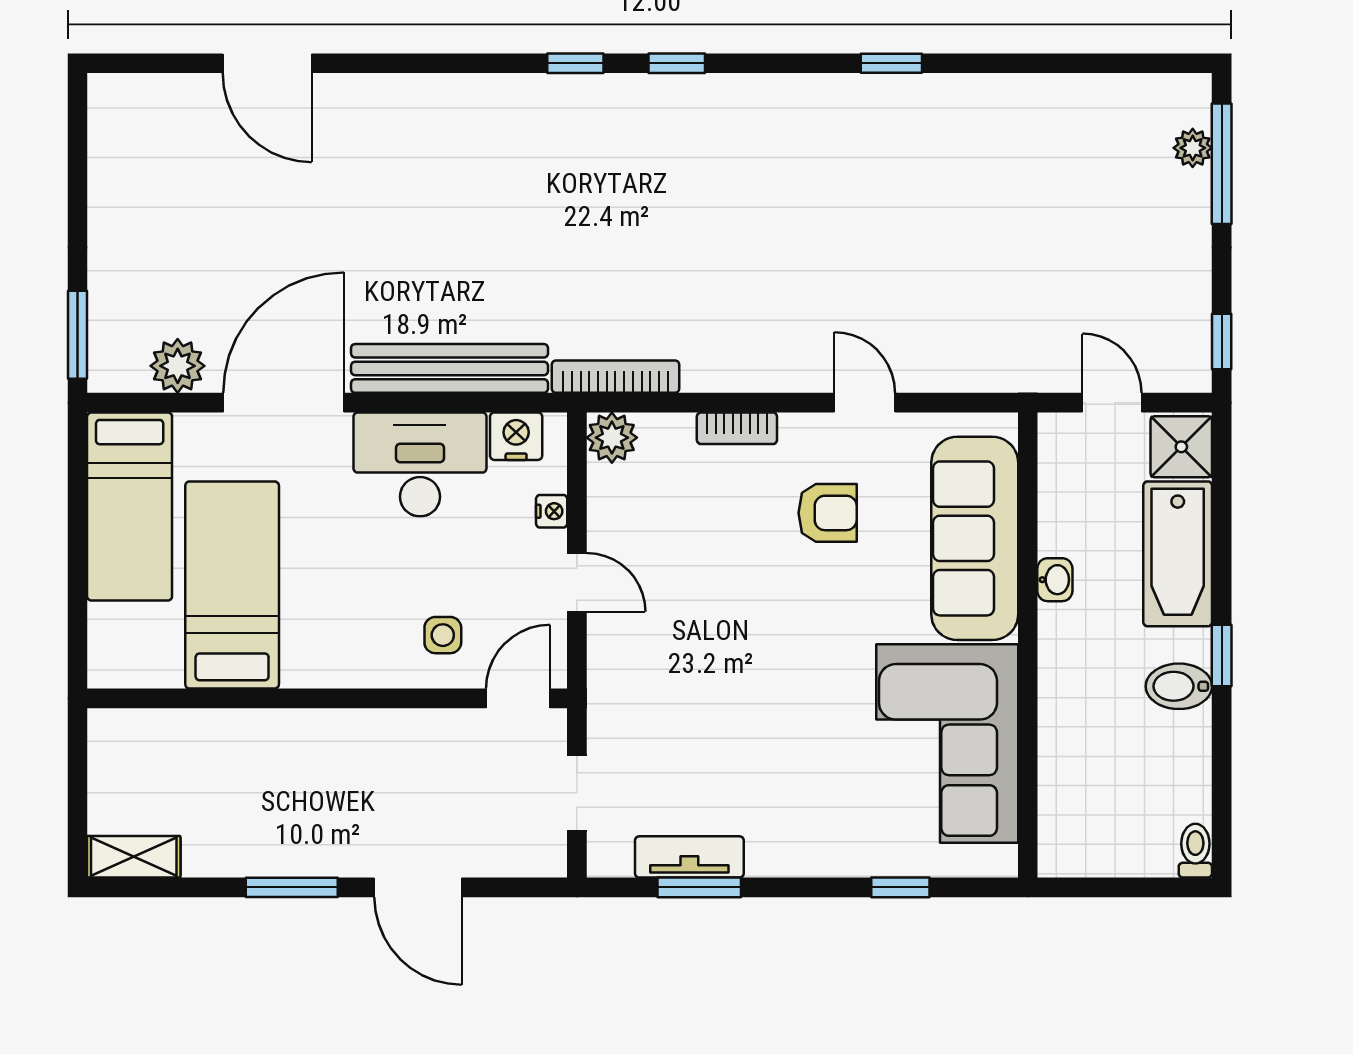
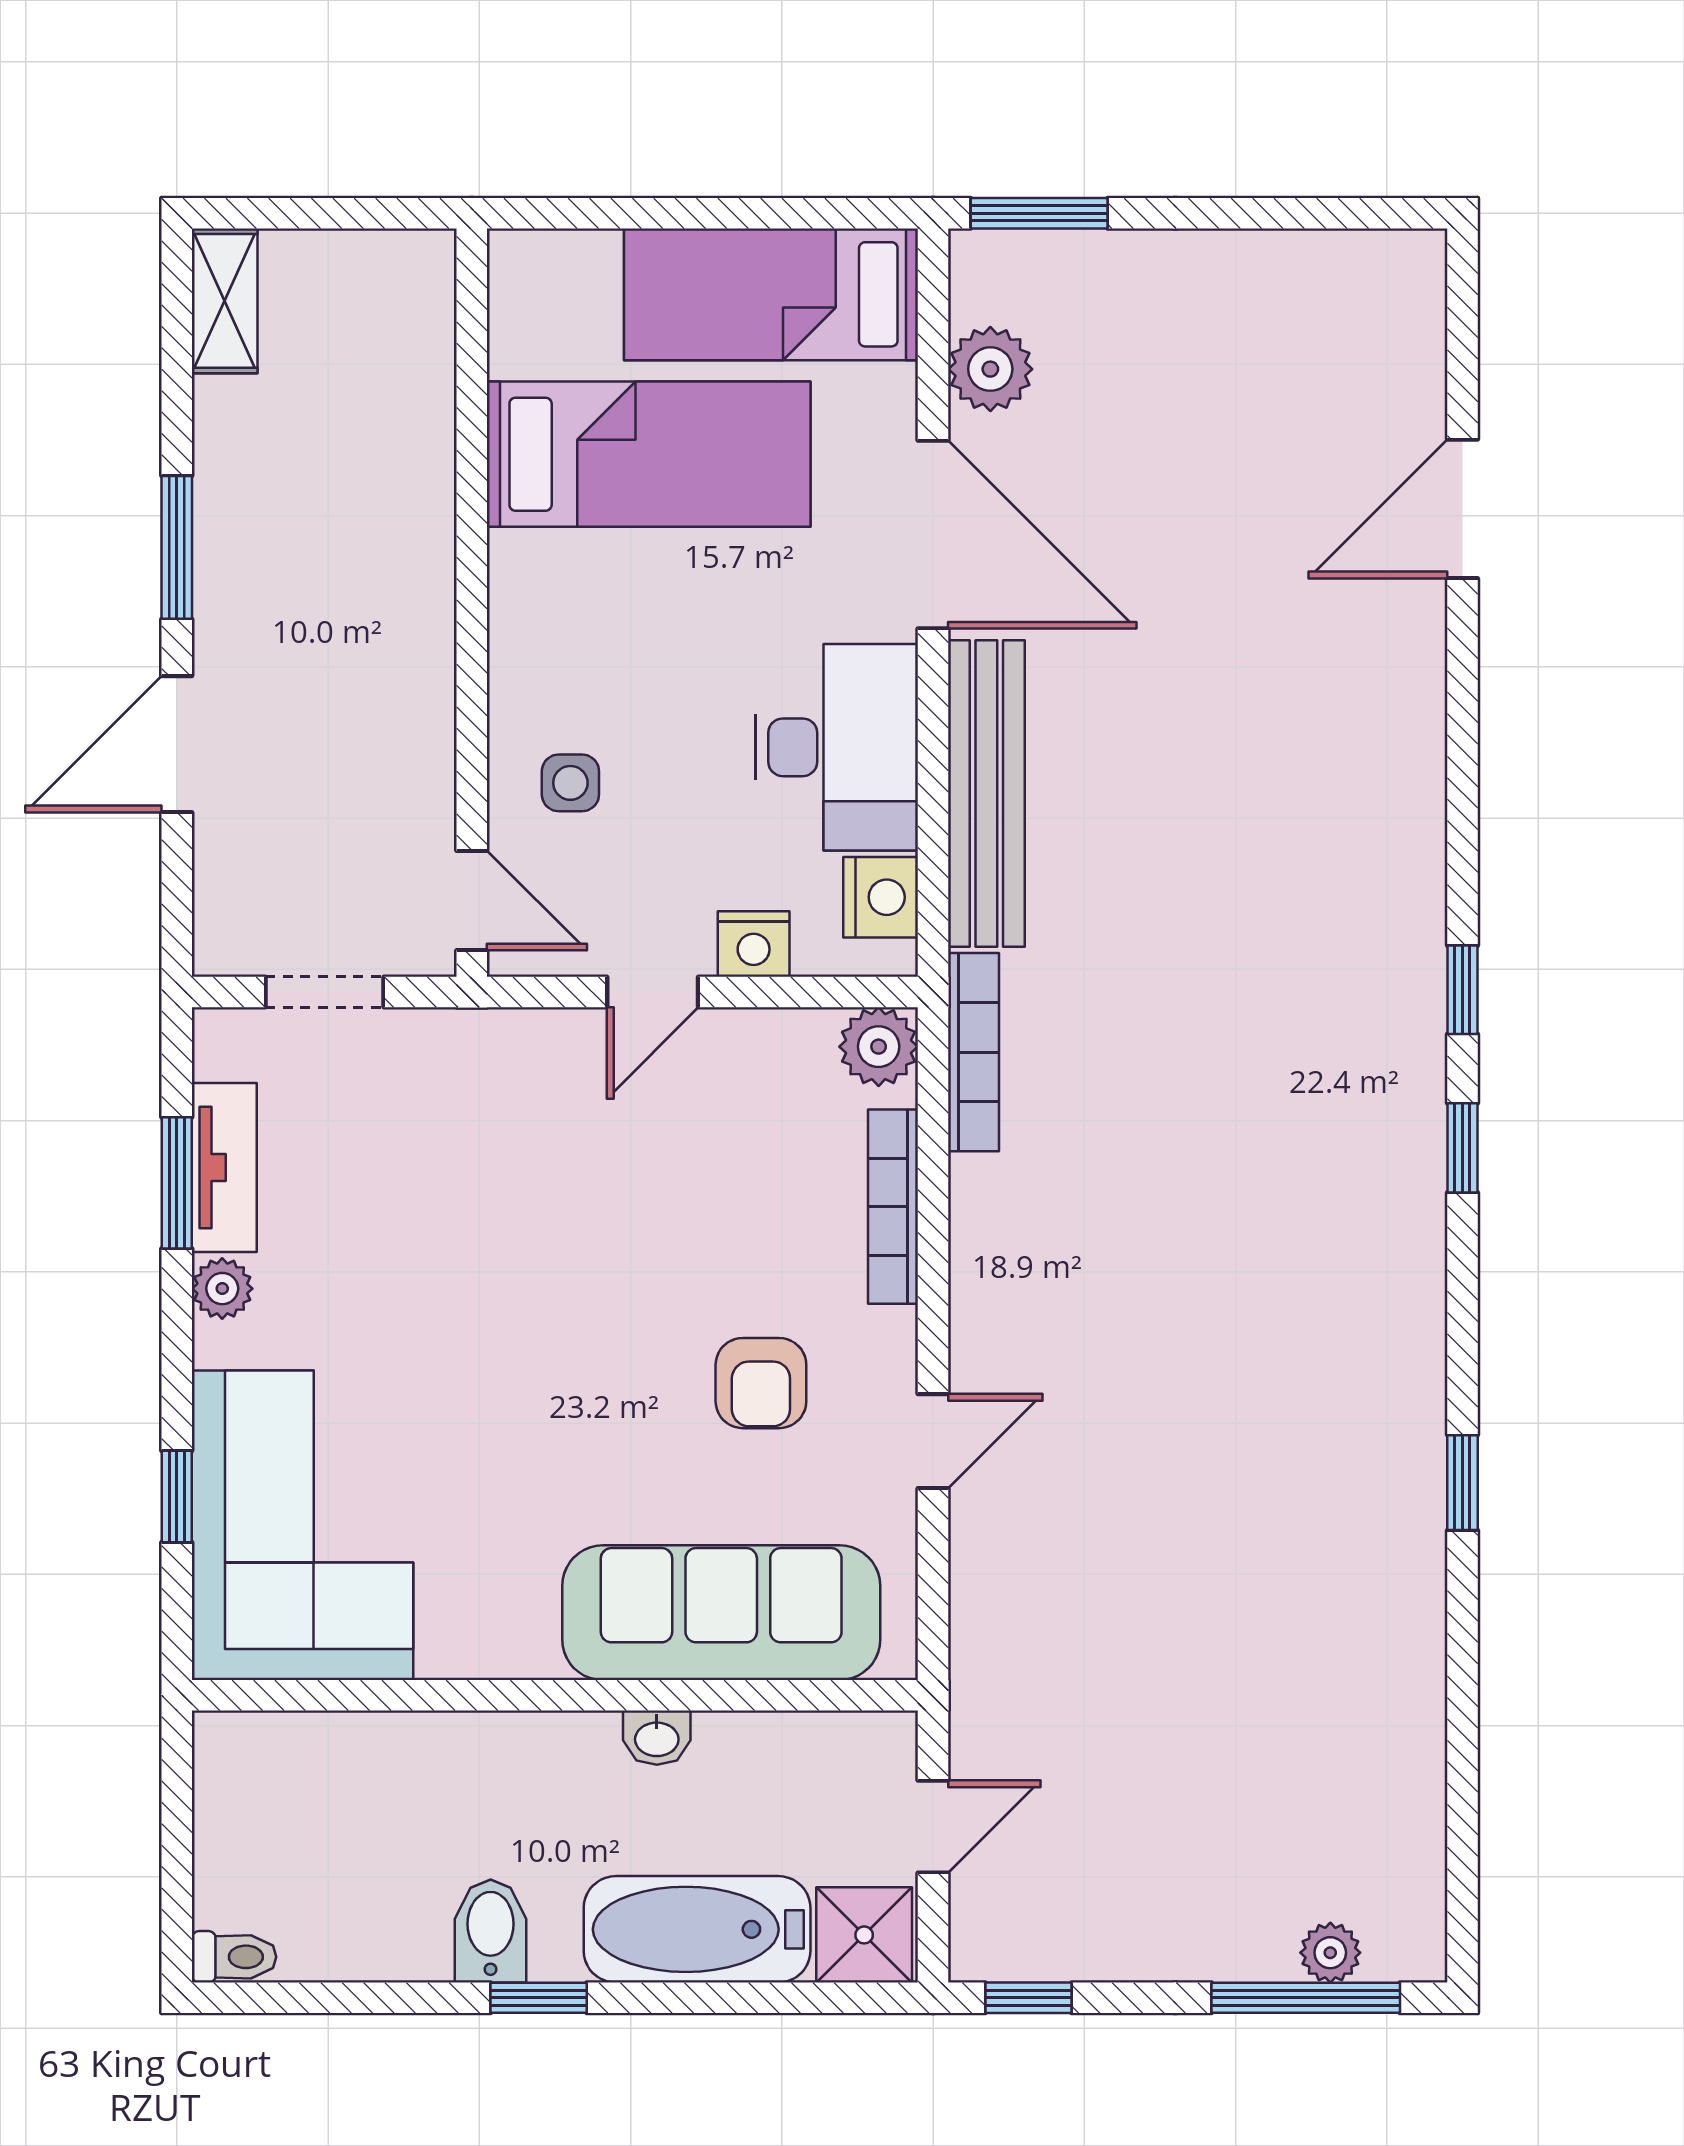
bookcase: (737, 428) -> (893, 1207), width x1.56
nightstand: (552, 511) -> (754, 944), width x1.39, depth x1.35
corner sofa: (947, 743) -> (303, 1525), moved, turned 90
plant: (767, 858) -> (222, 1289), added

